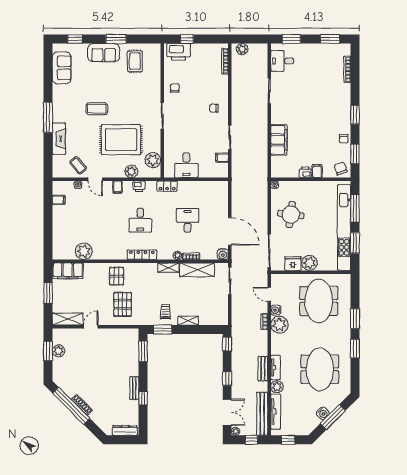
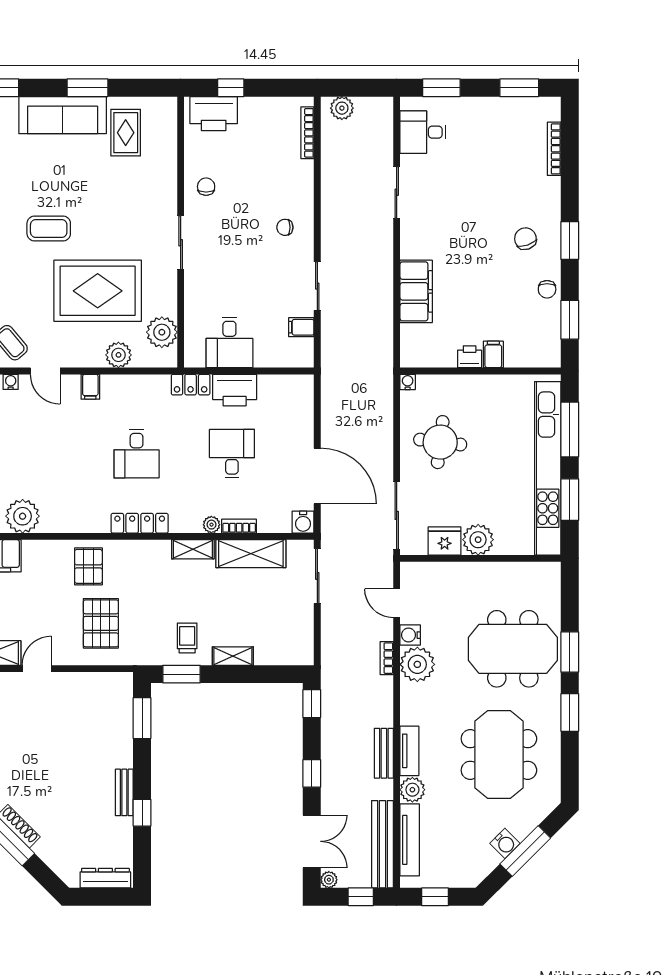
sofa: (104, 53) -> (63, 115), width x1.36
chair: (341, 168) -> (525, 239), moved
printer: (139, 186) -> (235, 390), moved, width x1.87, depth x1.48
meeting table: (319, 301) -> (513, 649), moved, turned 90

